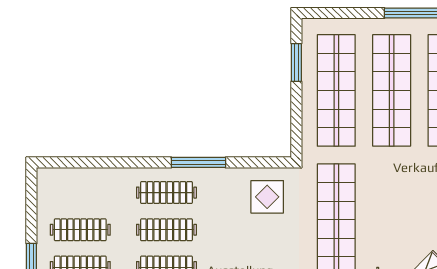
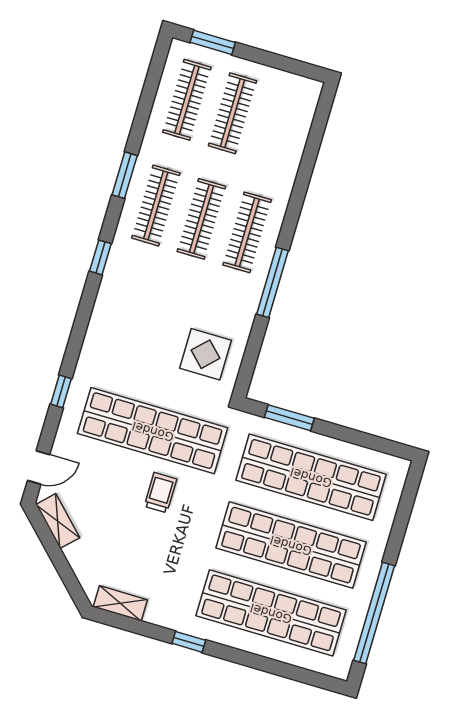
window: (296, 62) -> (289, 418), moved
trolley: (381, 200) -> (160, 493), added

